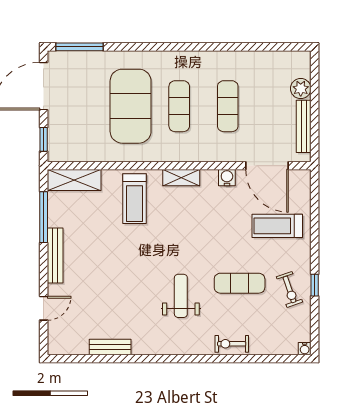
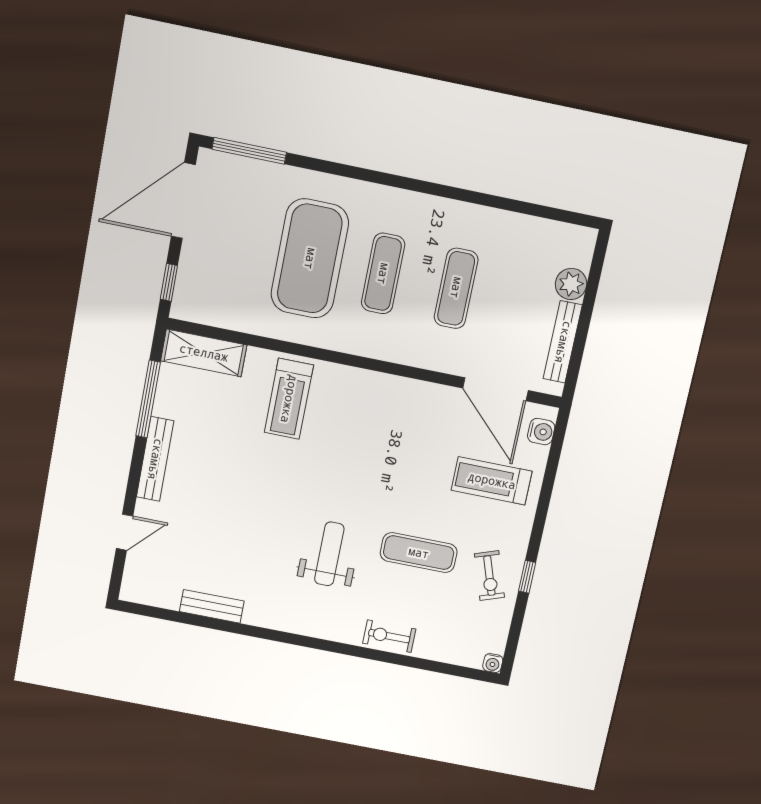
shelving: (181, 178) -> (365, 381), removed
water cooler: (227, 178) -> (541, 432), moved, turned 90

